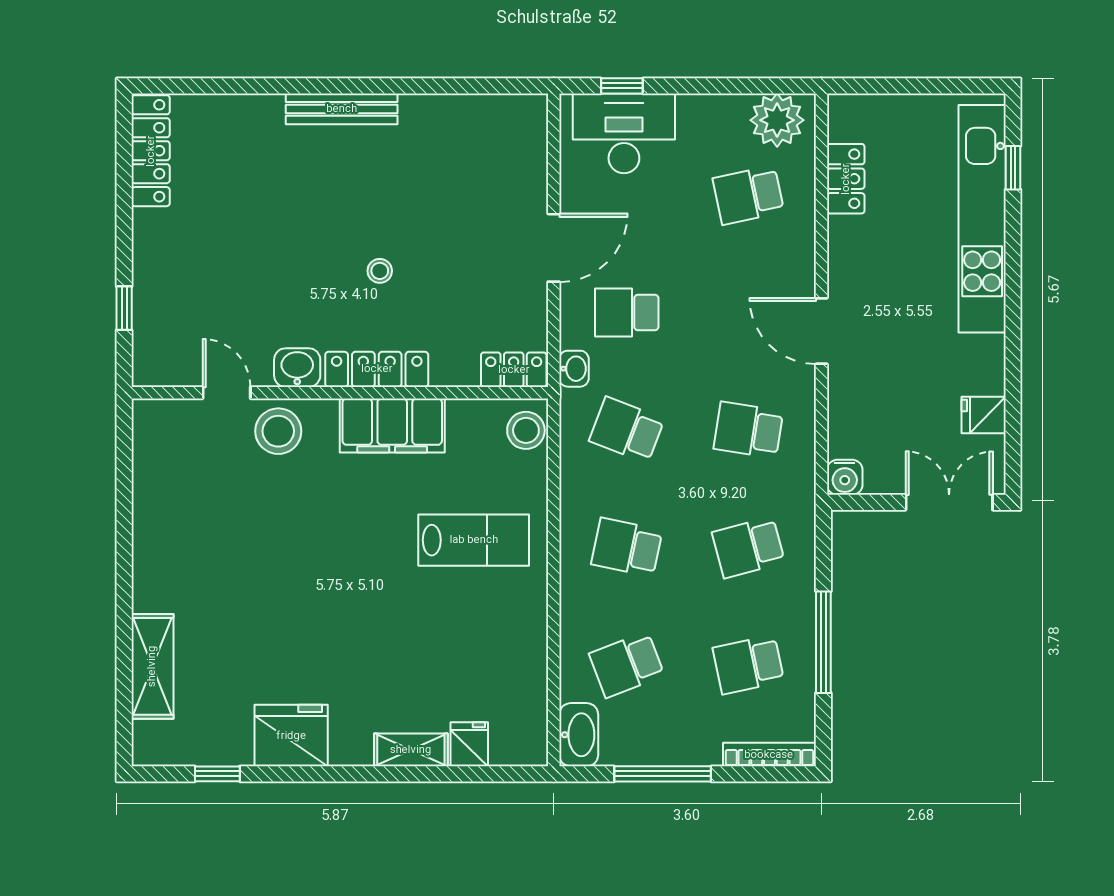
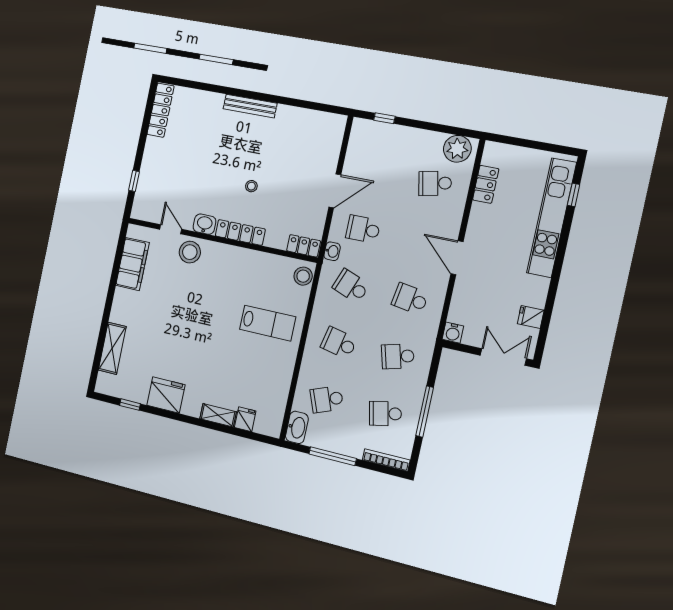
desk: (624, 133) -> (380, 142), removed
filing cabinet: (392, 425) -> (132, 264), moved, turned -90

